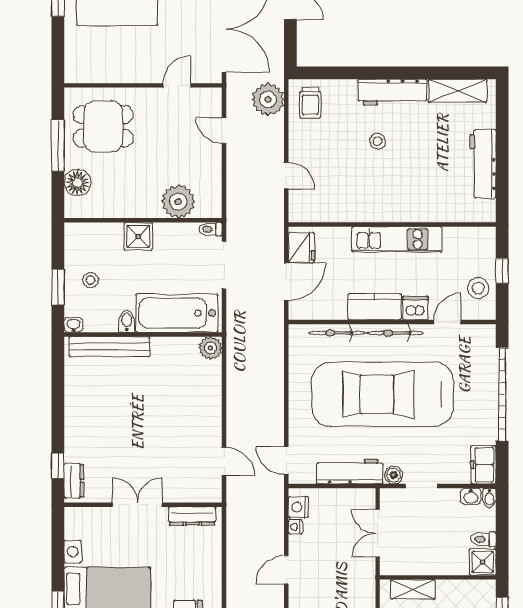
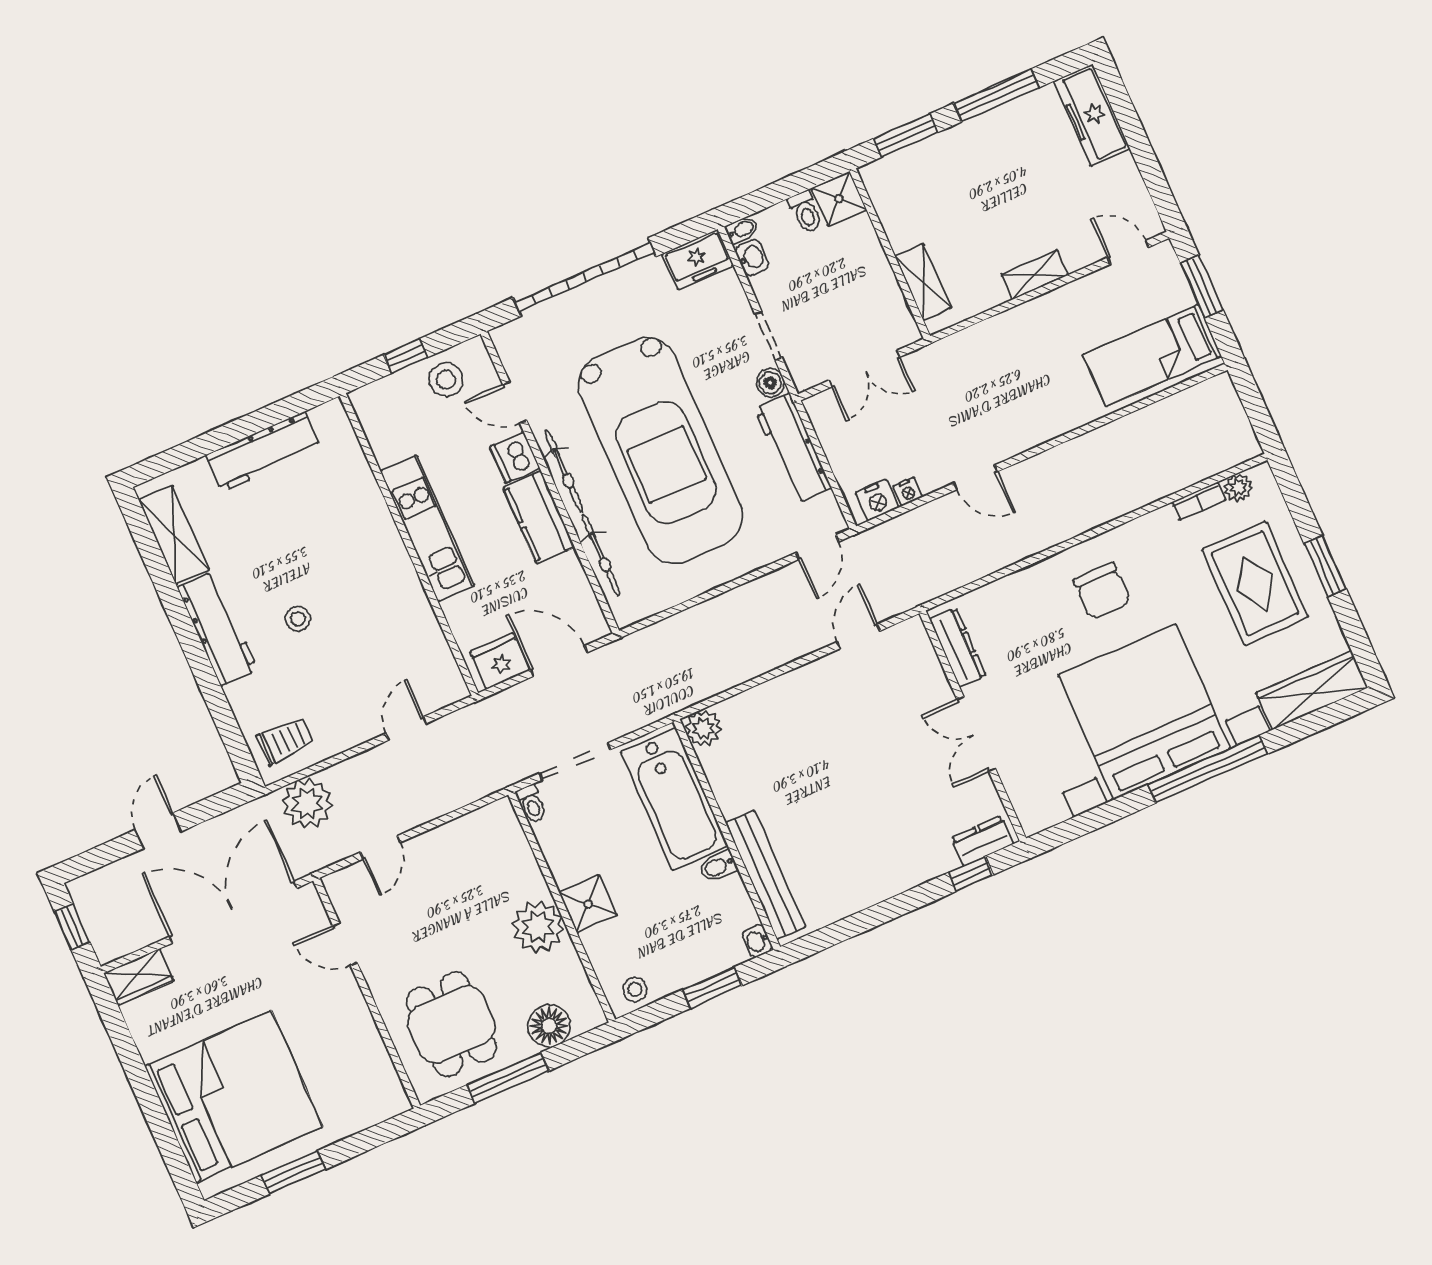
plant: (178, 202) -> (538, 927), moved
stool: (91, 280) -> (635, 989), moved

